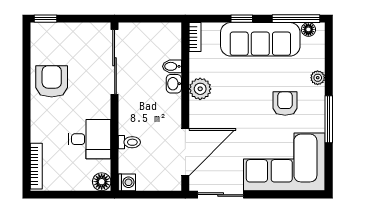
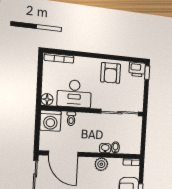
printer: (42, 36) -> (137, 69), added
armchair: (52, 81) -> (111, 73), turned 90
desk: (90, 139) -> (74, 94), width x1.37
washing machine: (127, 182) -> (50, 121), width x1.89, depth x1.89

